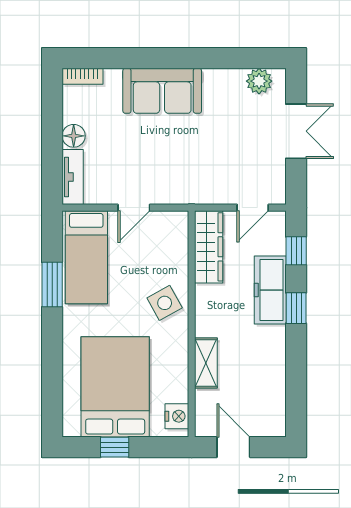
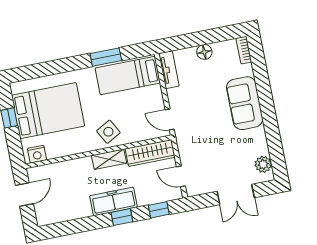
tv unit: (73, 177) -> (169, 70), moved, turned -90
door: (134, 208) -> (170, 120), moved
freezer: (270, 290) -> (114, 201), moved
shelving: (206, 363) -> (109, 159), moved

